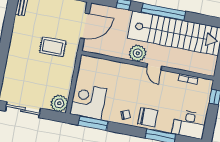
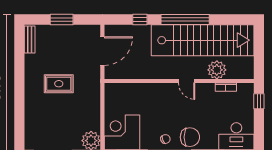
rug: (53, 47) -> (59, 84), moved
plant: (138, 53) -> (217, 70), moved

